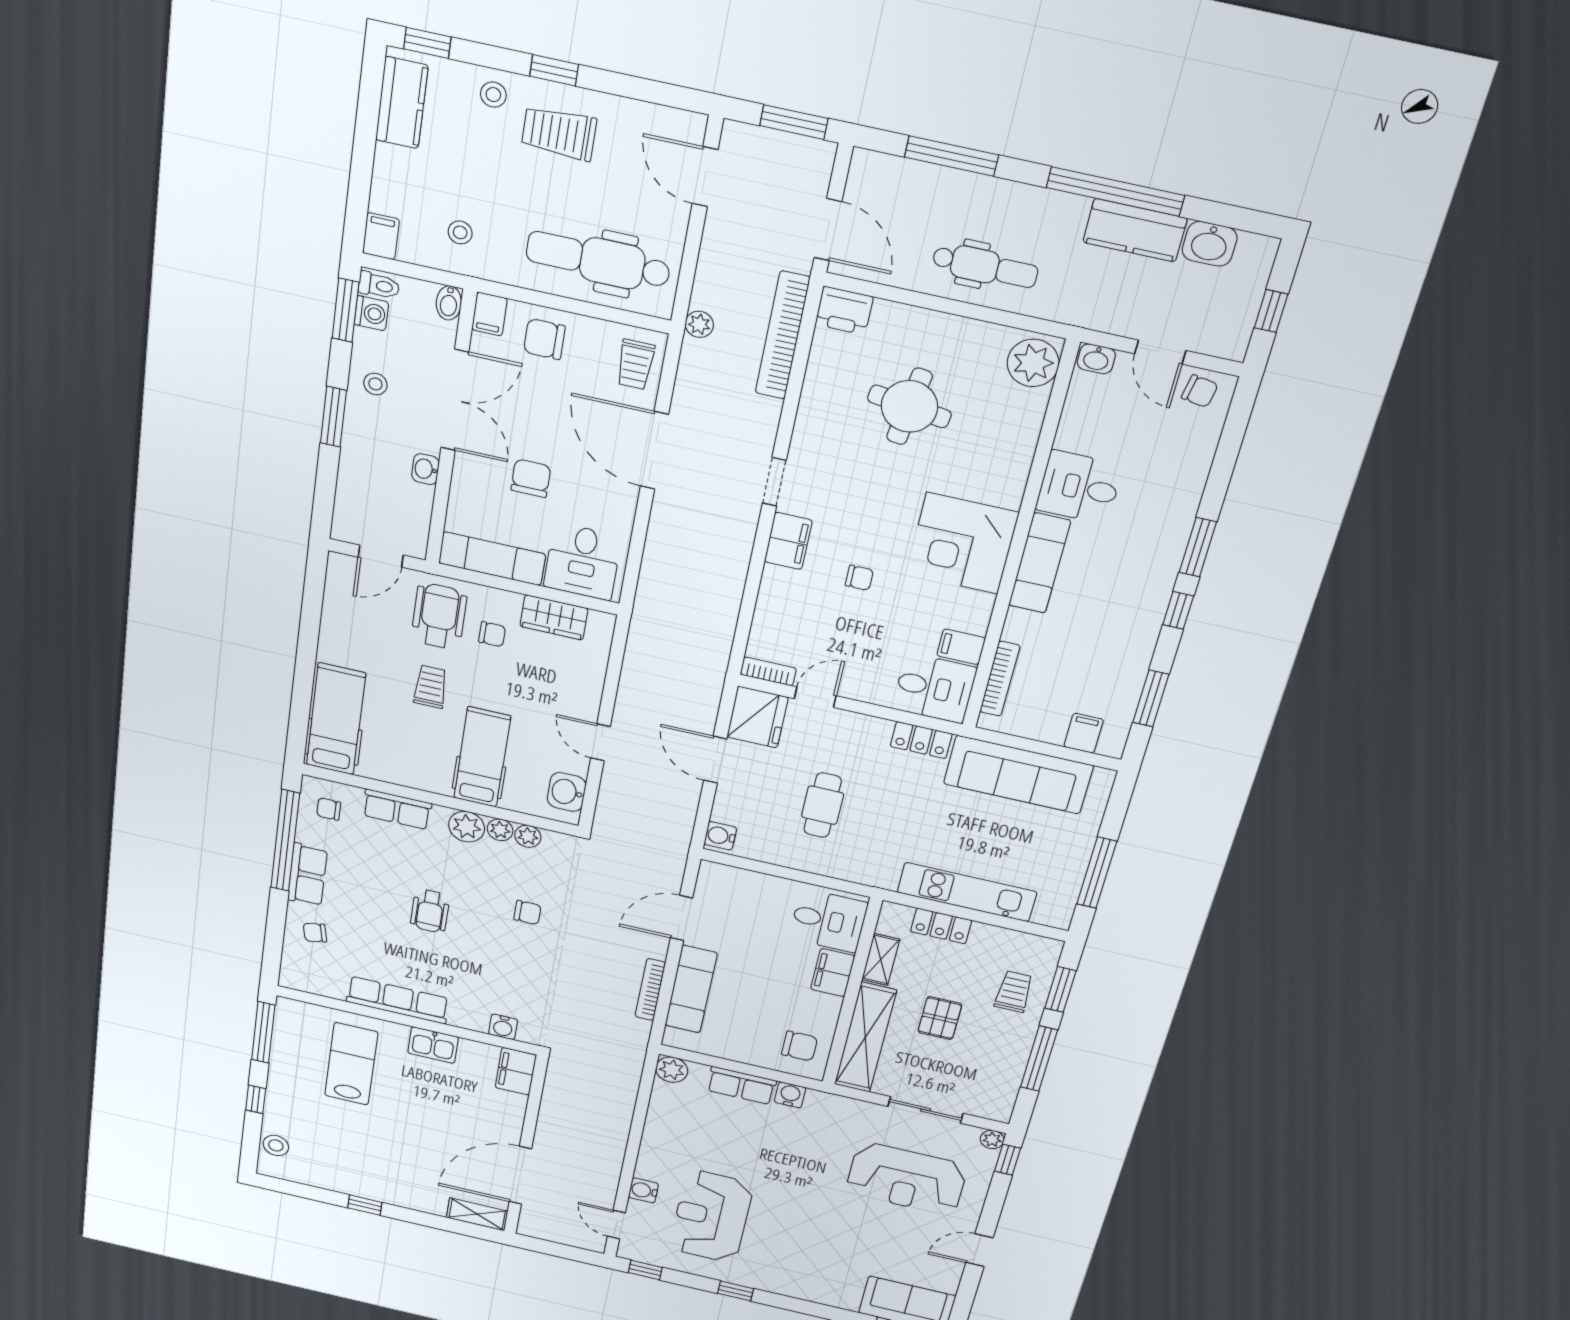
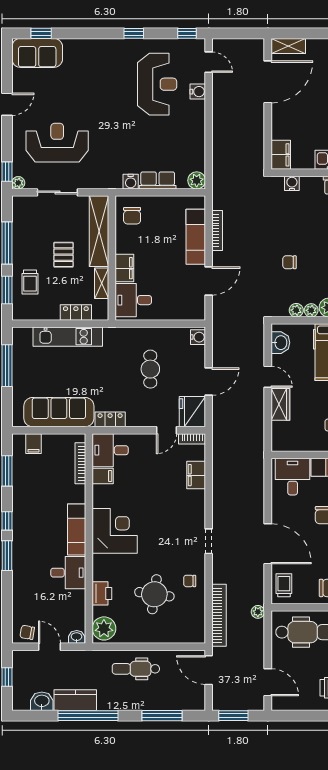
printer: (844, 311) -> (102, 593), moved, turned 90
filing cabinet: (788, 541) -> (196, 475), moved
chair: (859, 578) -> (190, 581), moved
wardrobe: (554, 617) -> (280, 404), moved, turned 90
door: (715, 760) -> (209, 382), hinge flipped
chair: (800, 1046) -> (132, 216), turned -90

